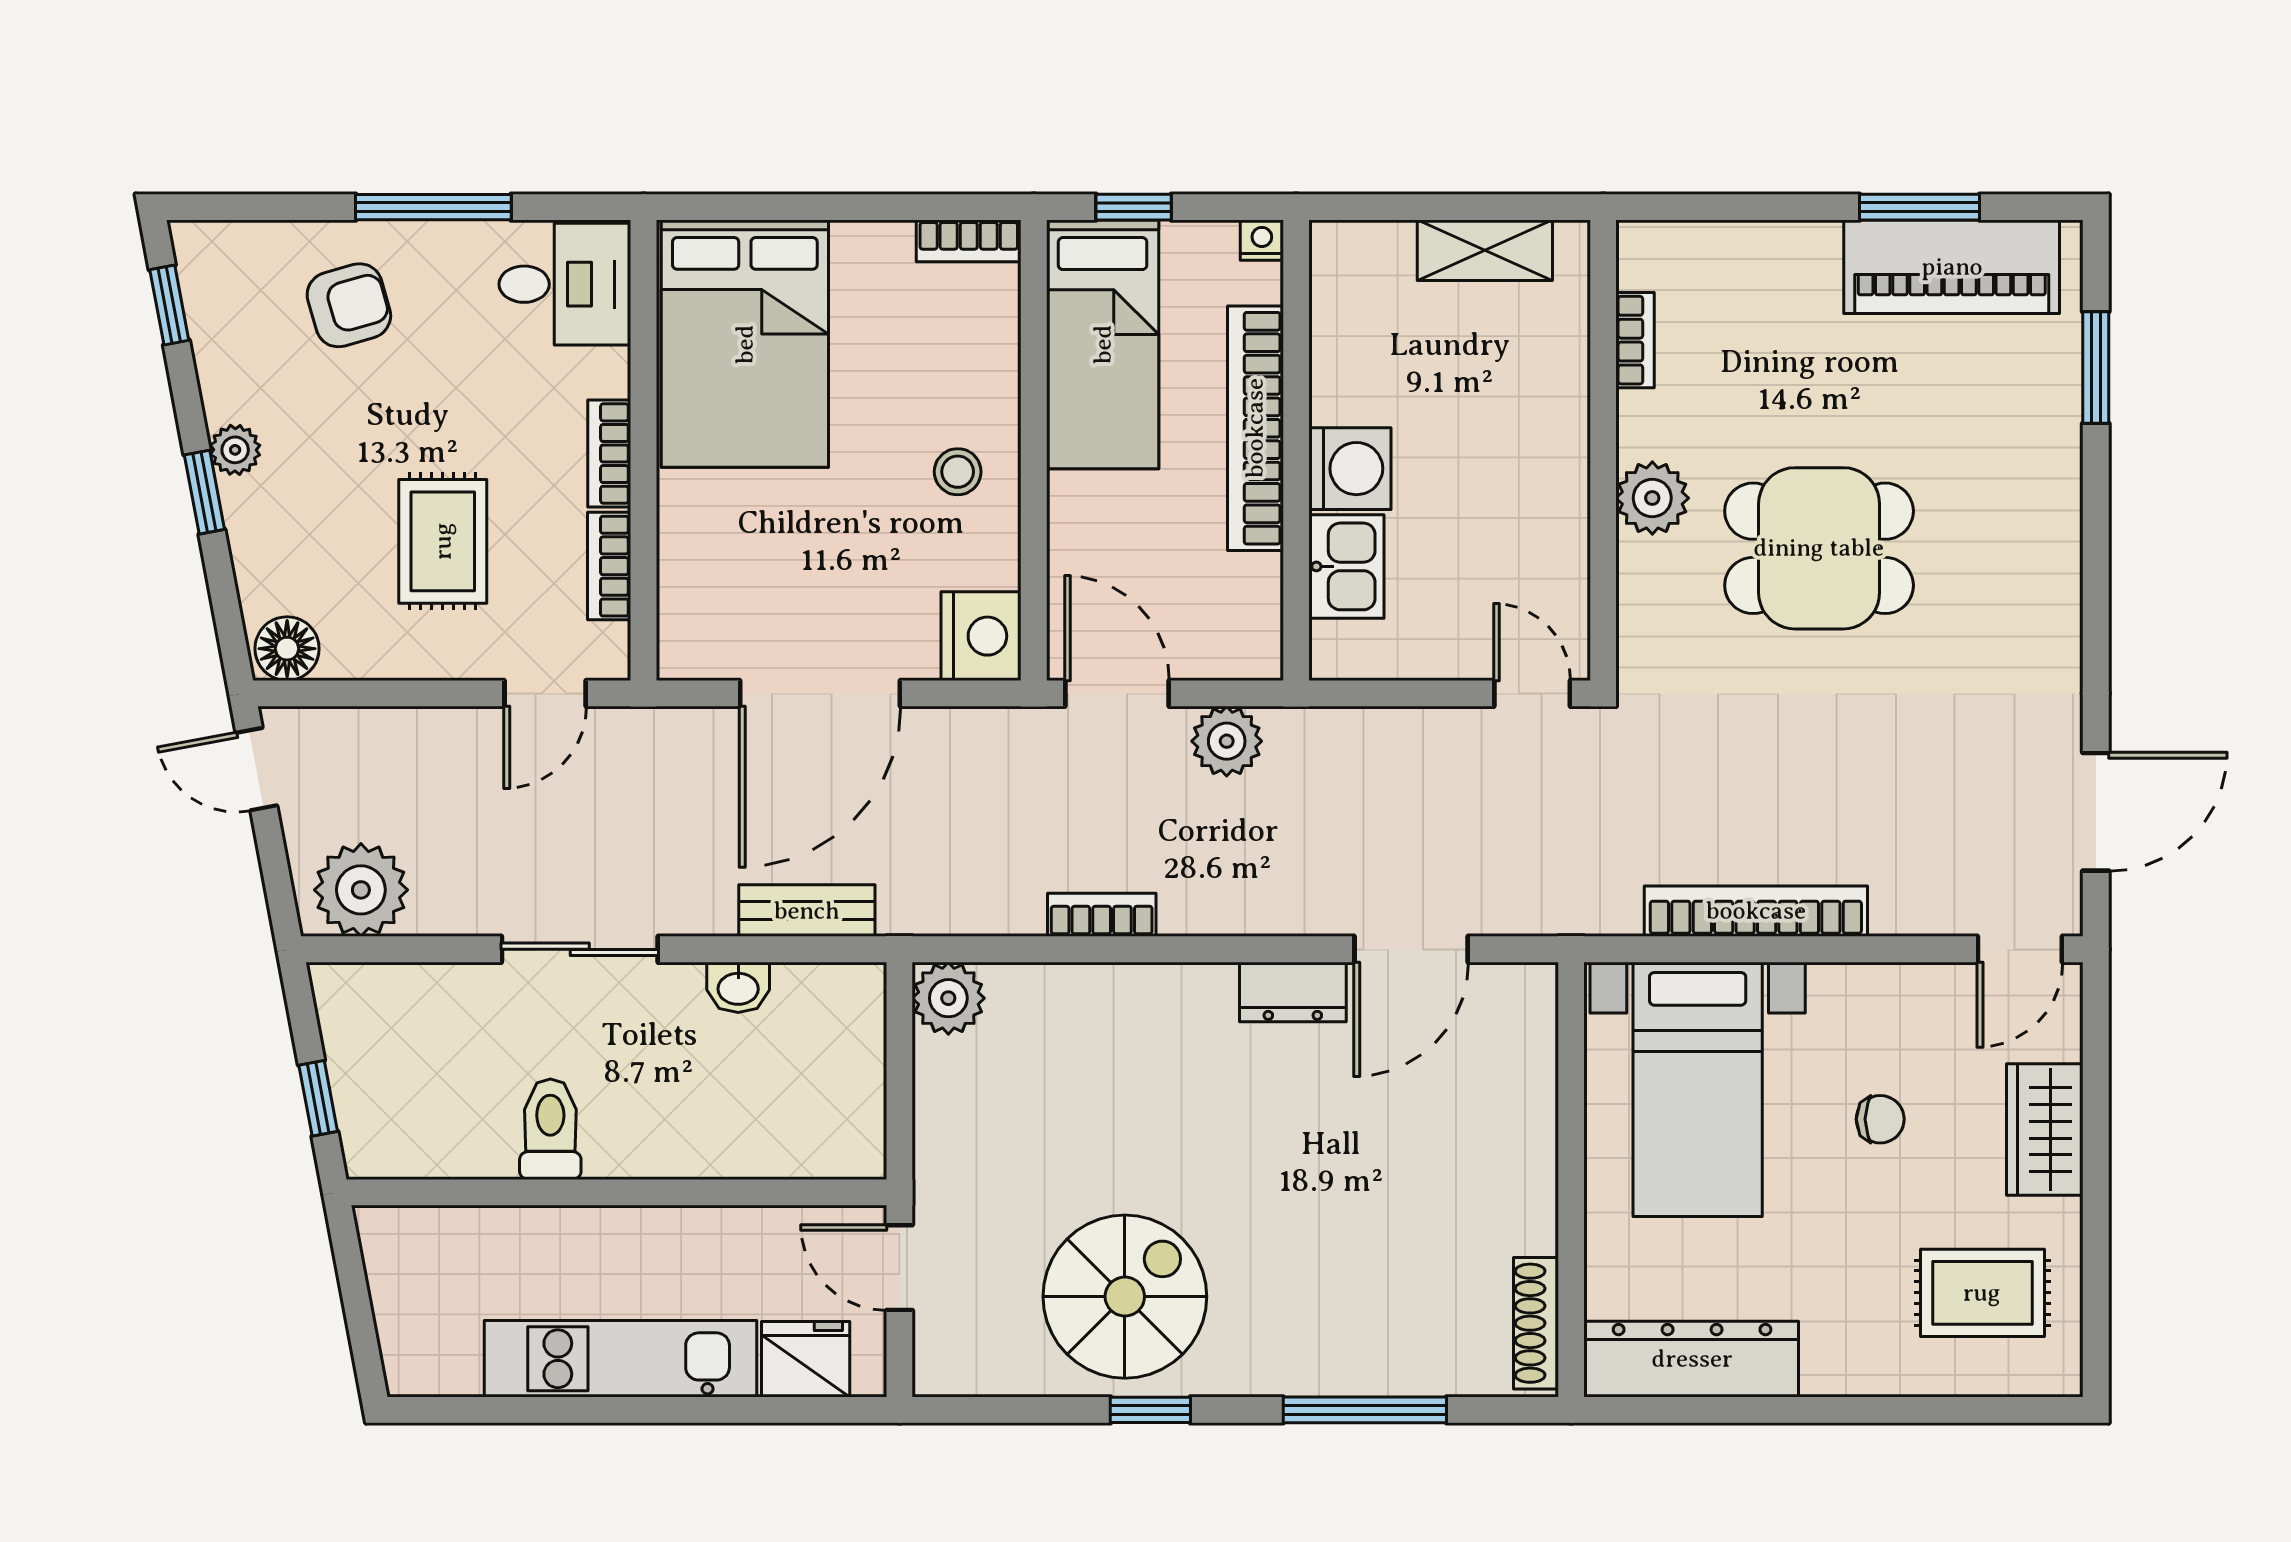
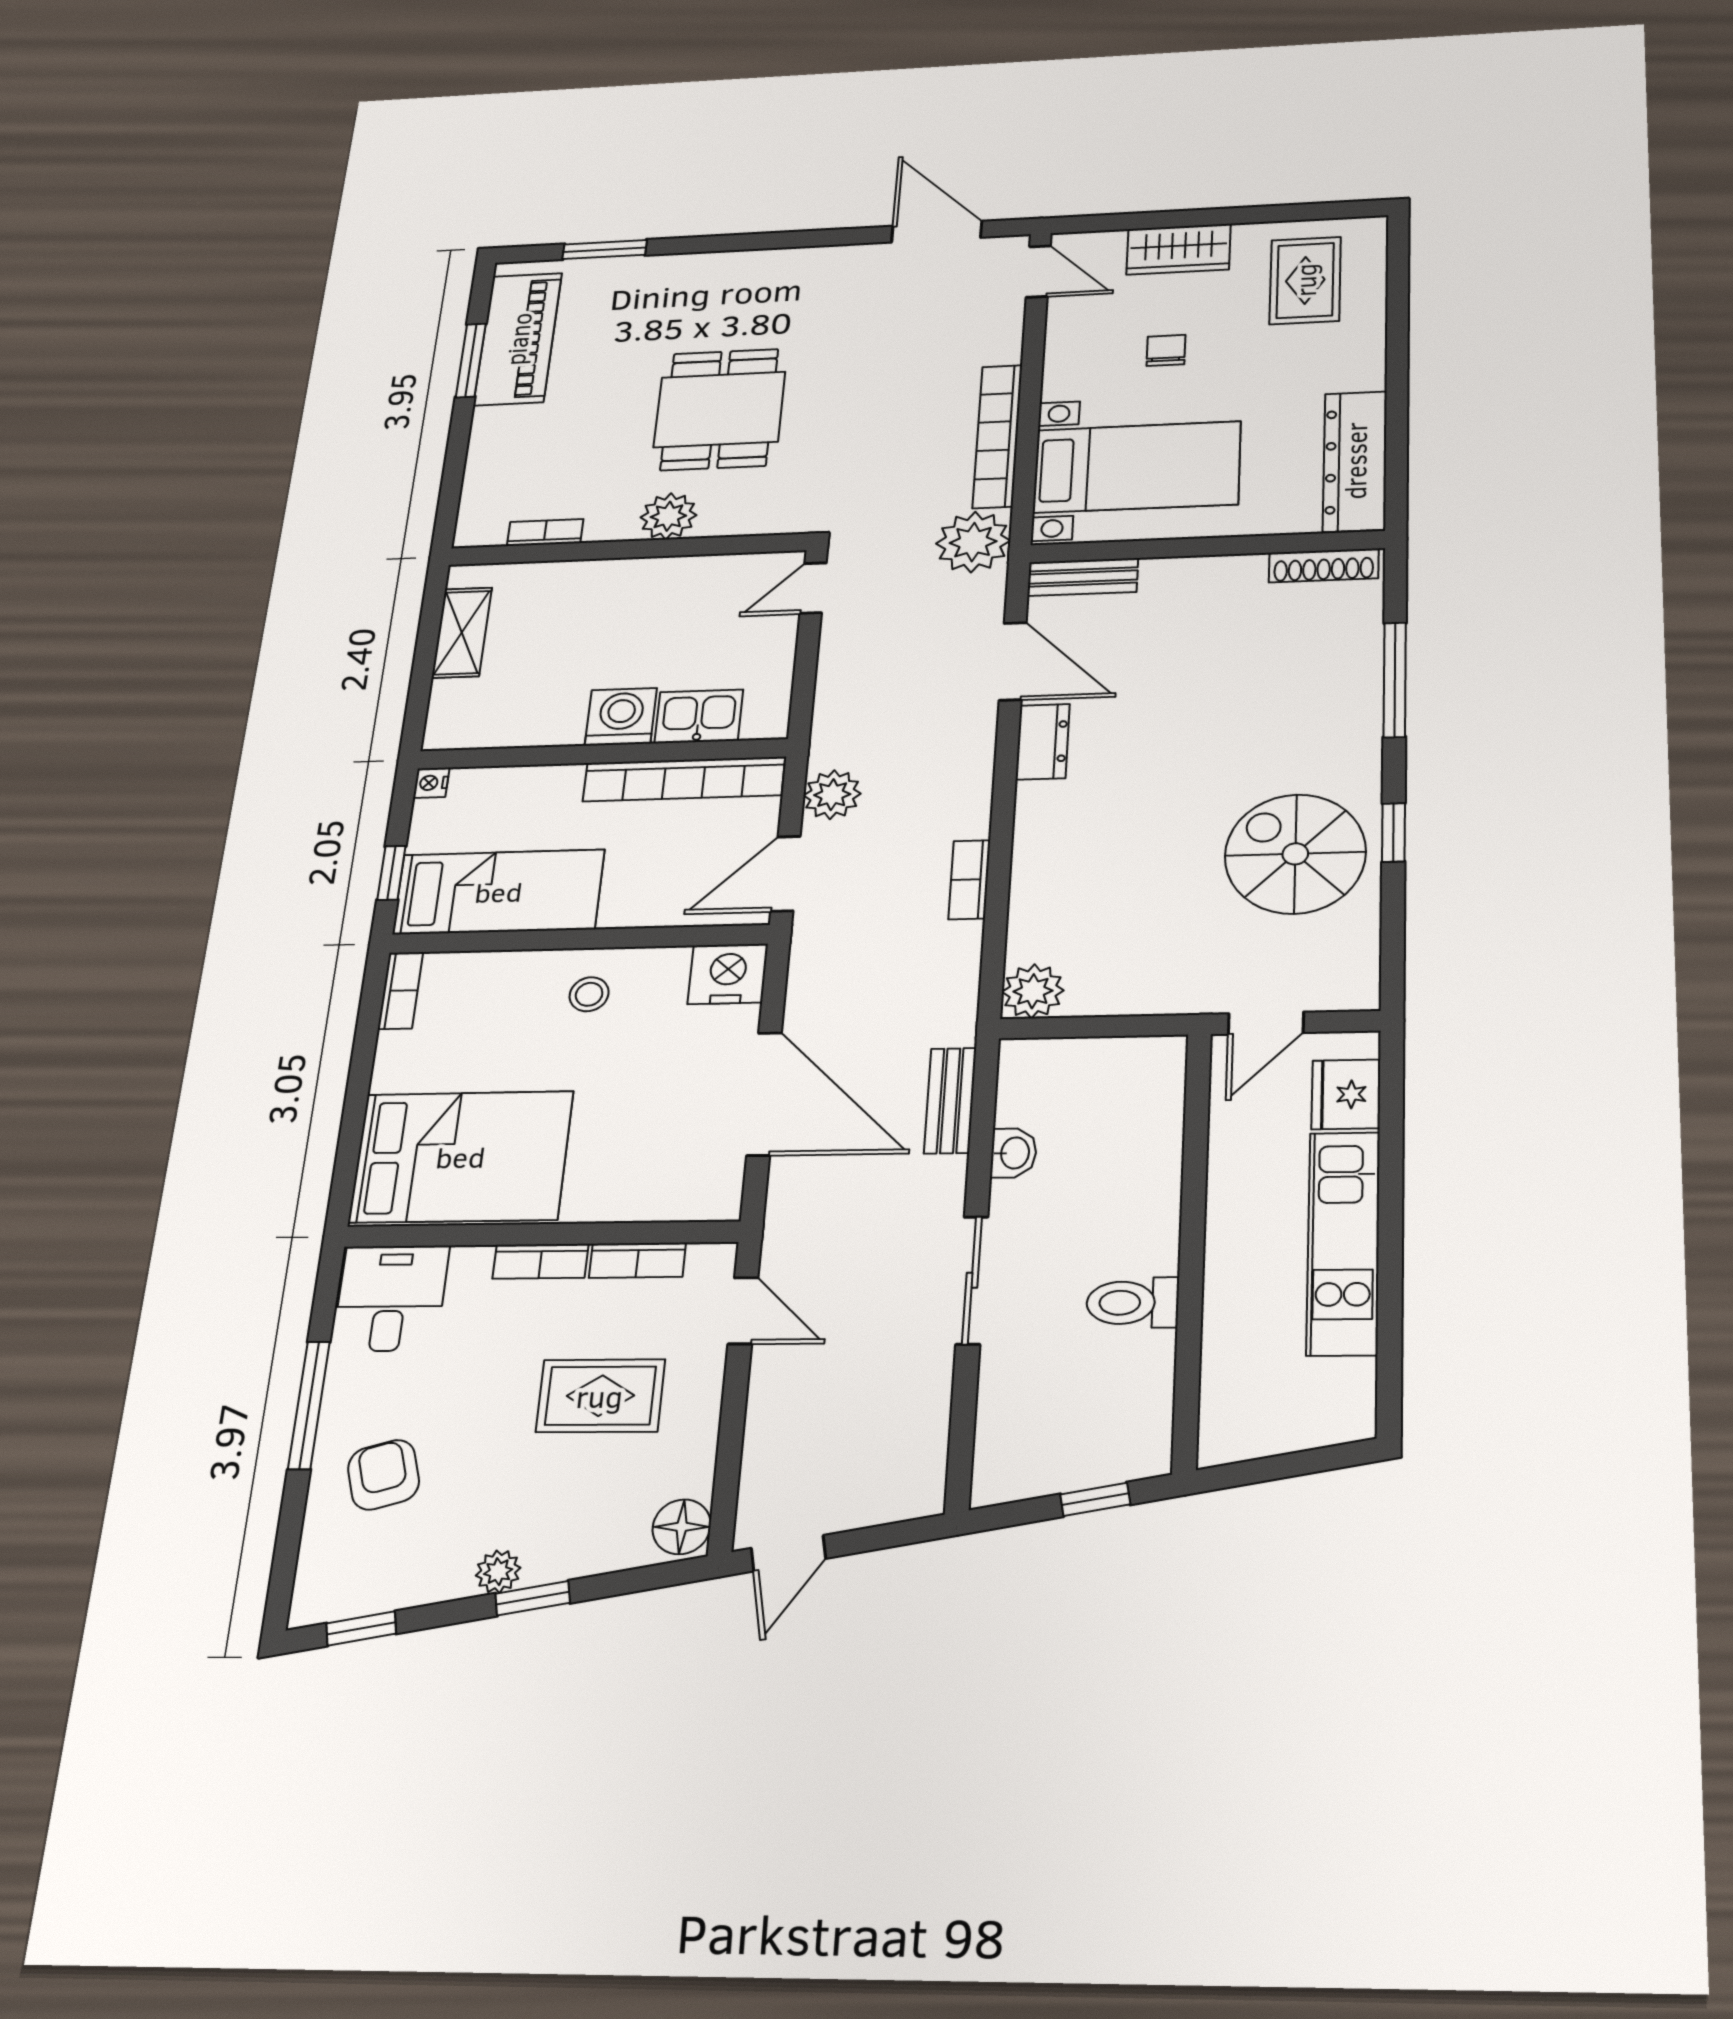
bookcase: (1255, 428) -> (684, 779), moved
plant: (361, 890) -> (973, 542), moved
bench: (1533, 1029) -> (1083, 577), added

